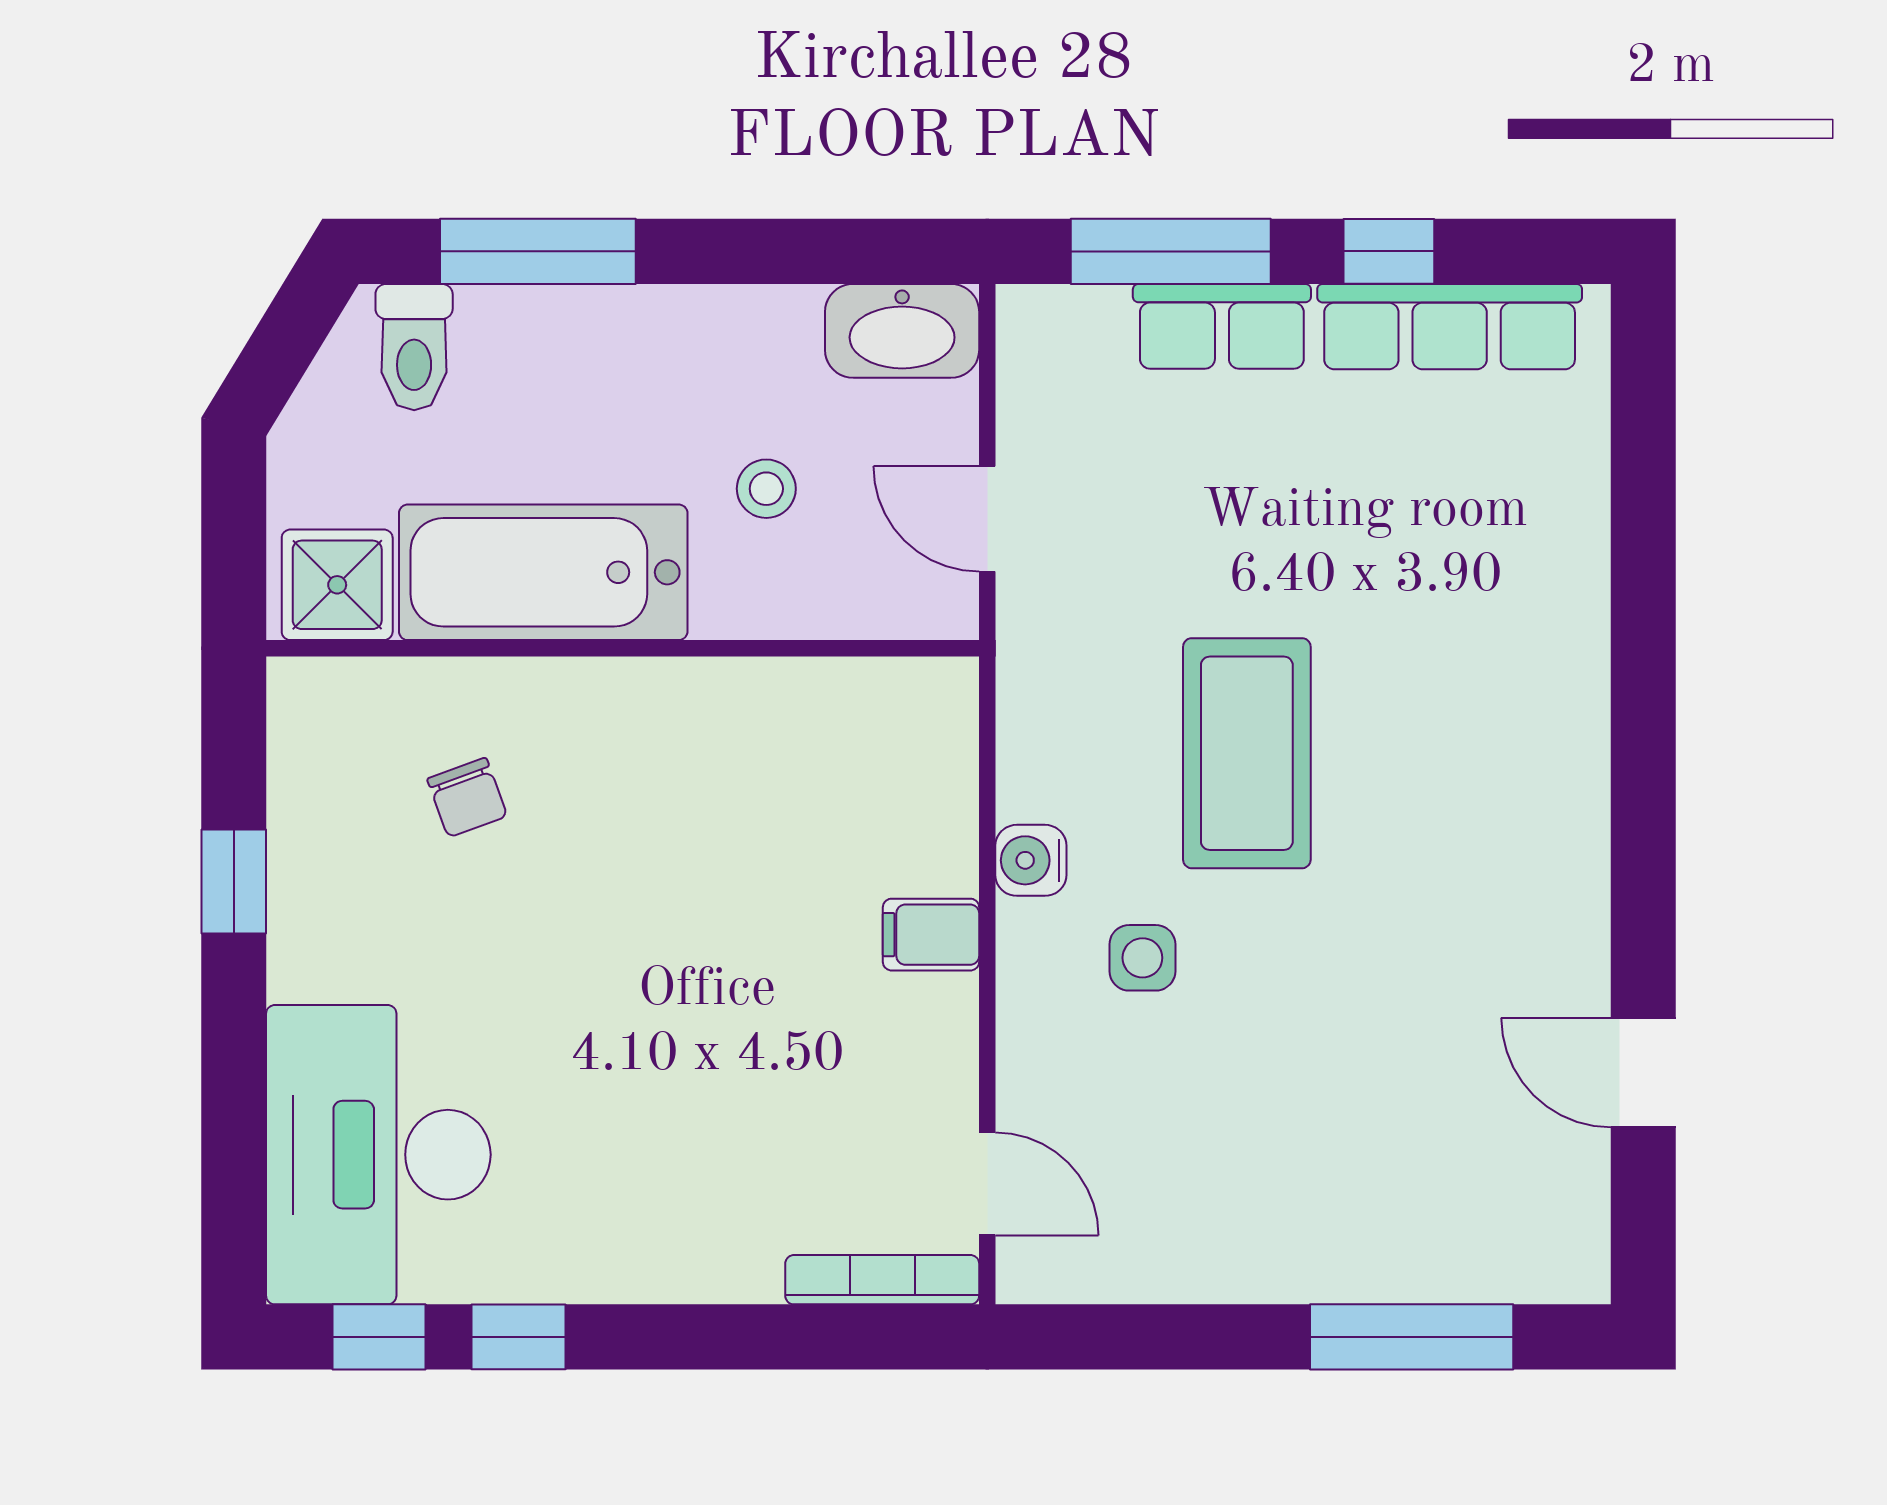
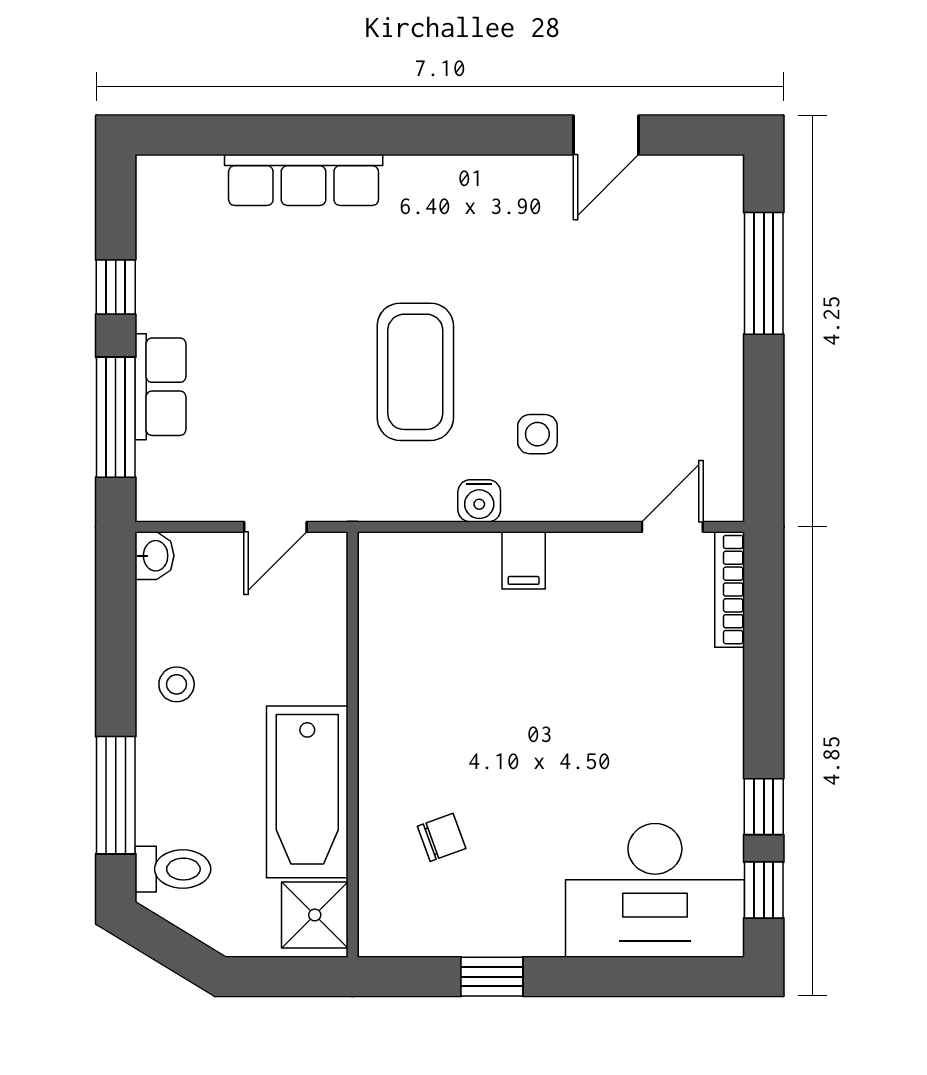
row of seats: (1450, 327) -> (304, 180), moved, turned 90
washbasin: (902, 331) -> (154, 556), width x0.52, depth x0.69
stool: (766, 489) -> (177, 684), moved
coffee table: (1247, 753) -> (415, 372), turned 90

